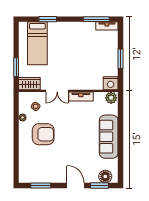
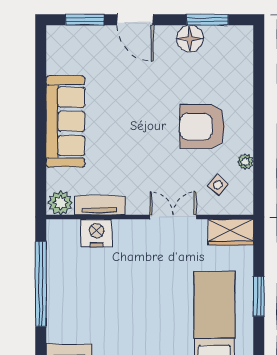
window: (121, 59) -> (41, 284), width x2.11
window: (16, 67) -> (259, 296), moved
nightstand: (111, 83) -> (97, 233), moved
tv unit: (81, 97) -> (100, 205), moved
floor lamp: (105, 177) -> (190, 38), moved

